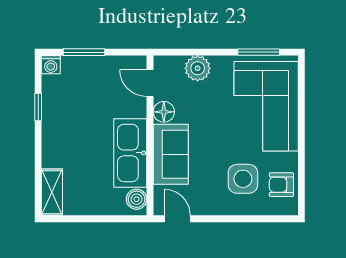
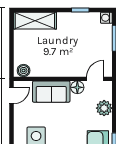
kitchen sink: (130, 153) -> (52, 67), removed
shelving: (52, 192) -> (35, 21), width x1.50, depth x1.33

